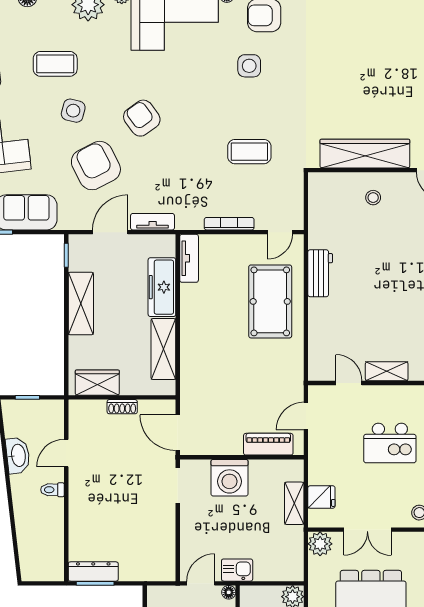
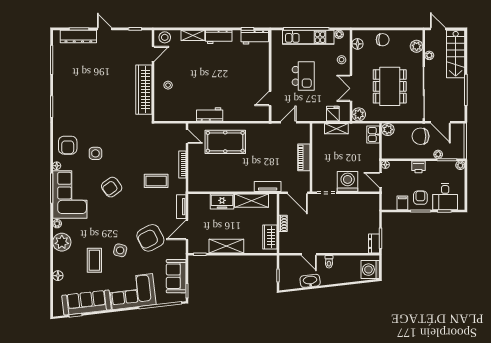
armchair: (142, 118) -> (112, 187), moved
coffee table: (249, 152) -> (156, 181), moved, turned 90
door: (110, 232) -> (187, 230), hinge flipped
tv unit: (189, 258) -> (268, 187), moved
freezer: (162, 287) -> (222, 201), width x0.71
shelving: (387, 371) -> (264, 78), removed
door: (306, 416) -> (288, 122), swing flipped
door: (178, 433) -> (298, 193), hinge flipped
piano: (268, 444) -> (304, 157), moved
washing machine: (230, 478) -> (348, 181), moved, turned -90
double door: (367, 530) -> (351, 88), swing flipped
washing machine: (38, 565) -> (370, 270), added
kitchen sink: (237, 570) -> (373, 135), moved
dresser: (93, 572) -> (374, 243), width x0.70

